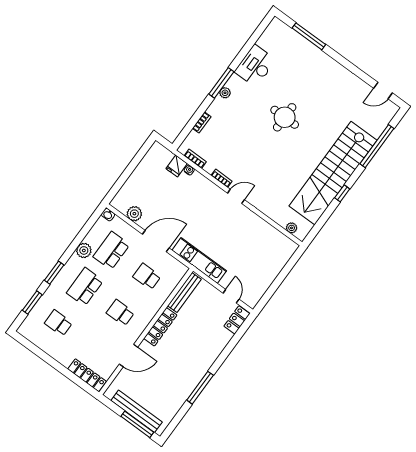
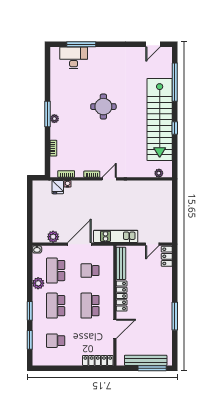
desk: (255, 66) -> (74, 58), moved, turned 90
door: (231, 296) -> (152, 244), swing flipped
school desk: (120, 313) -> (90, 306), width x1.85

